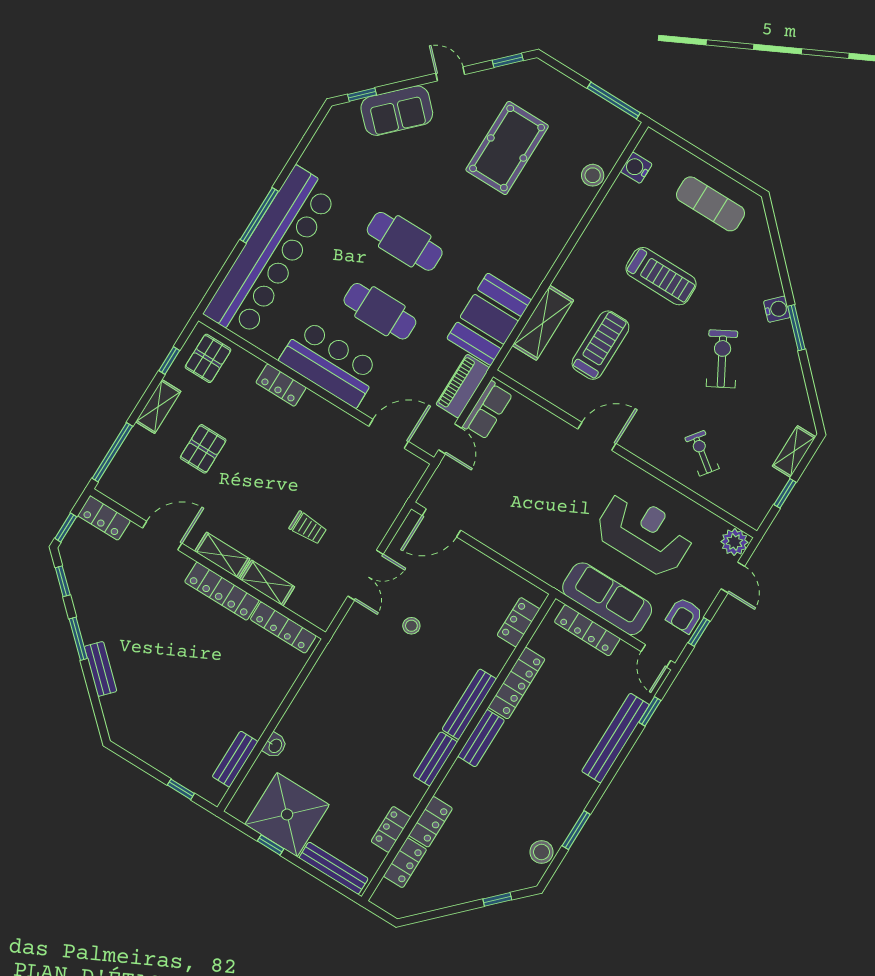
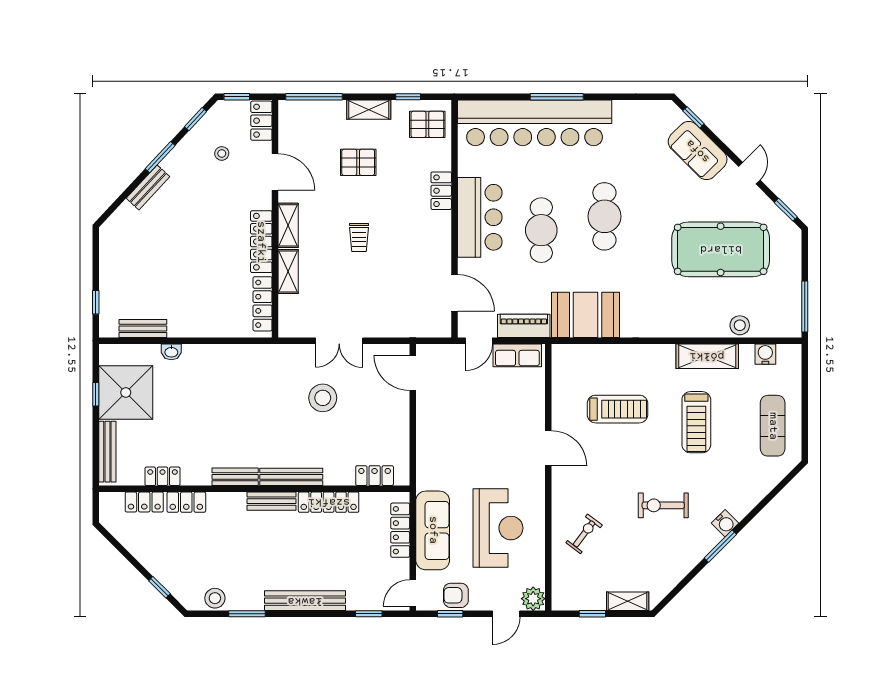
pool table: (507, 148) -> (721, 249), width x1.36, depth x1.32
shelving: (543, 323) -> (707, 356), moved
exercise bike: (722, 359) -> (663, 505), turned -151
trolley: (308, 528) -> (359, 238), moved
stool: (112, 576) -> (222, 153), added
stool: (411, 626) -> (323, 398), width x1.89, depth x1.89
bench: (615, 738) -> (305, 601), moved

